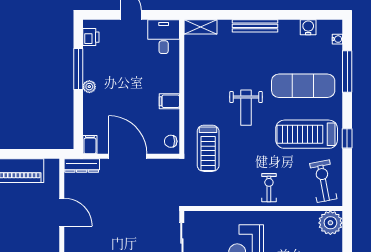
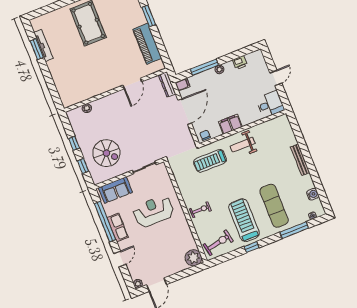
shelving: (201, 27) -> (286, 125), removed
printer: (91, 37) -> (240, 62), moved
window: (78, 69) -> (204, 67), moved
filing cabinet: (169, 101) -> (230, 124), width x2.00
weight bench: (246, 108) -> (243, 145), moved

